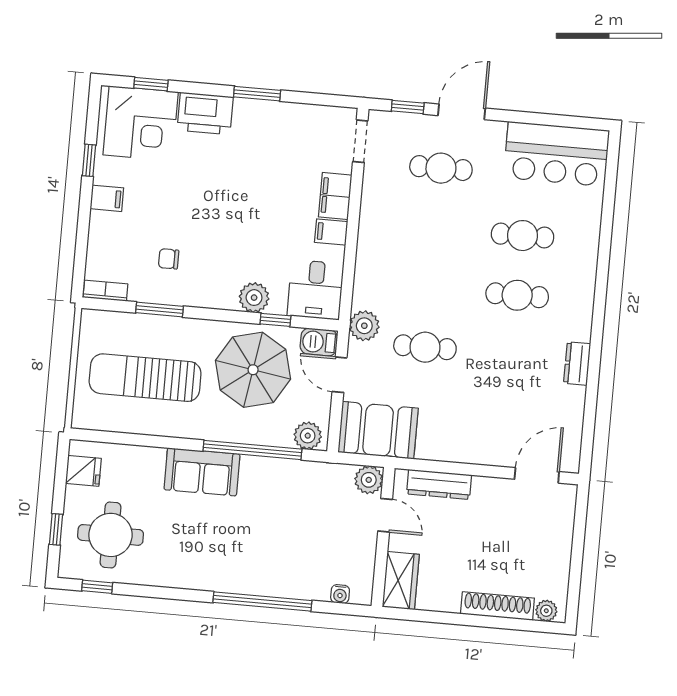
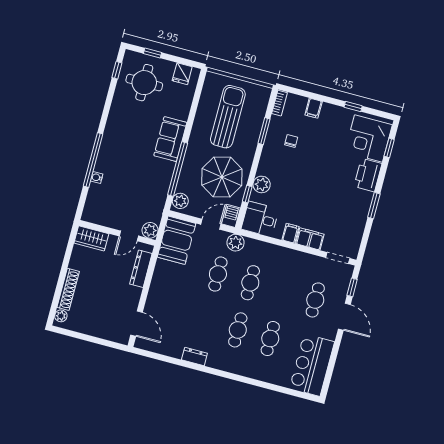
filing cabinet: (107, 198) -> (314, 108), moved
cafe table: (430, 287) -> (250, 283), added
water cooler: (340, 594) -> (97, 177), moved

